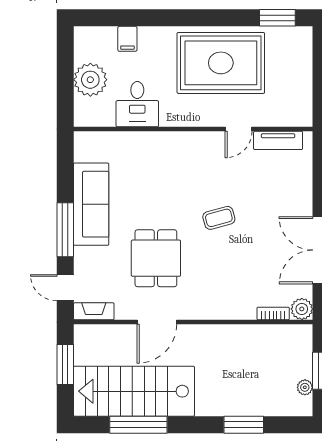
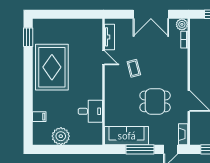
desk: (137, 104) -> (90, 111), moved
wall: (193, 129) -> (103, 82), moved
door: (239, 129) -> (103, 58), moved
tv unit: (278, 140) -> (109, 37), moved

